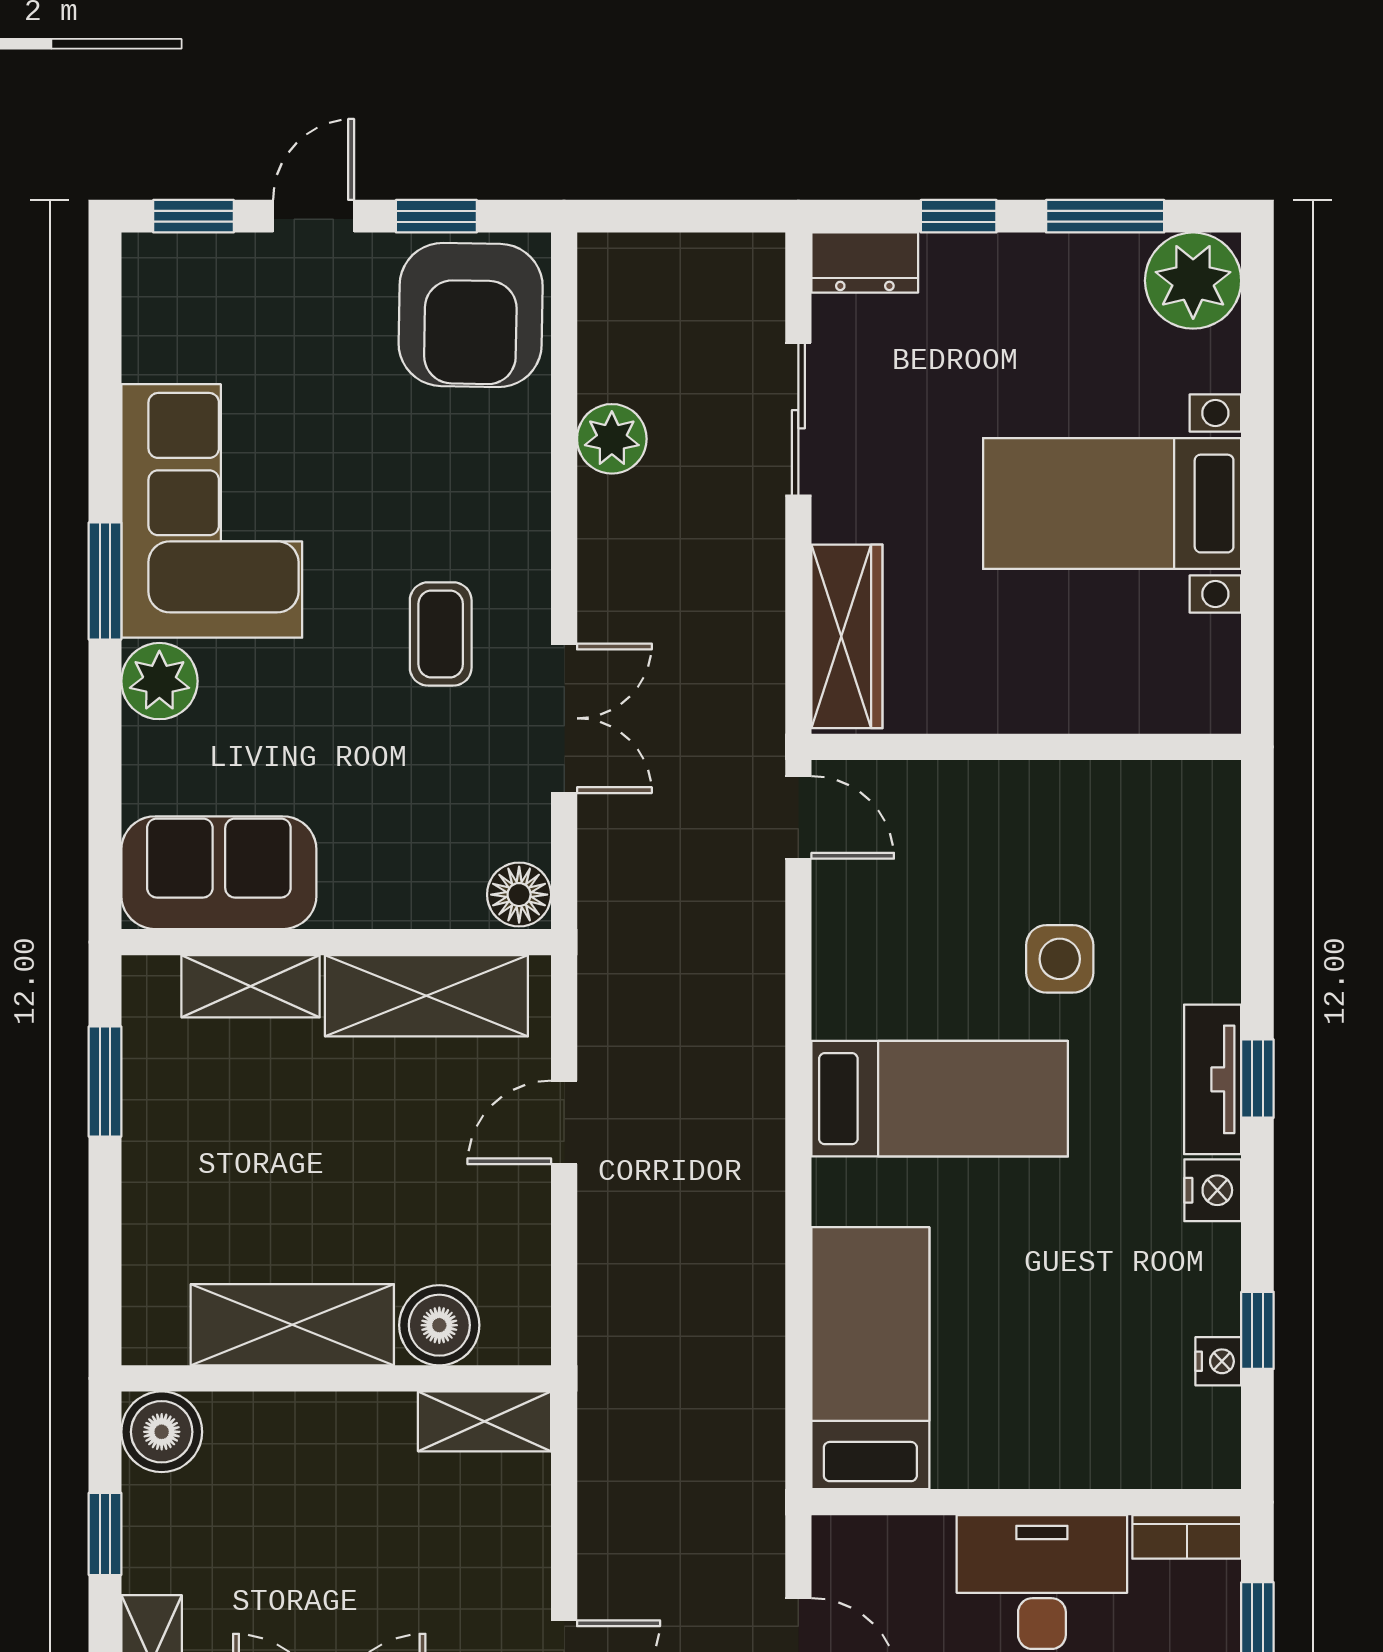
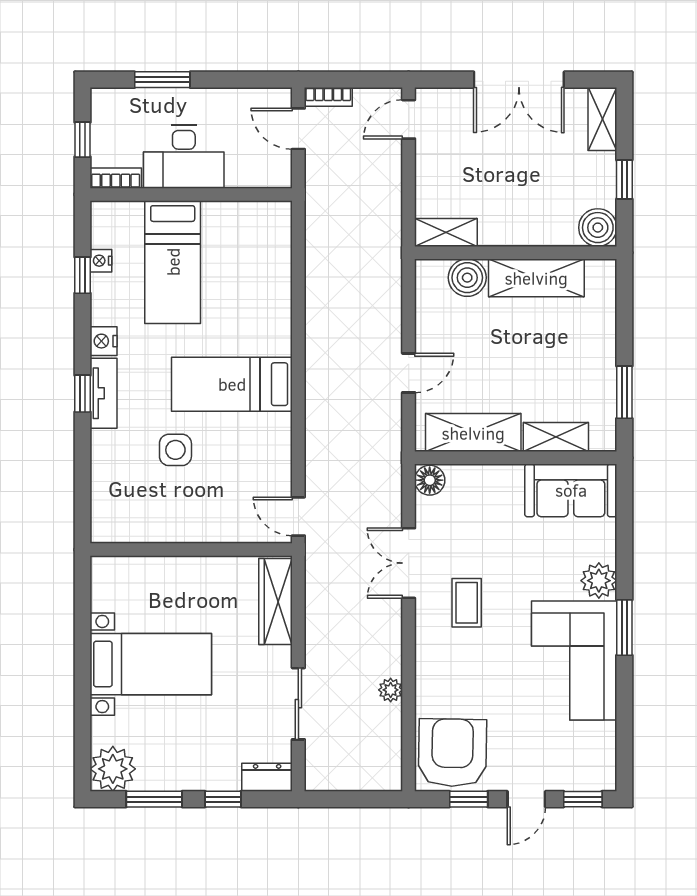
plant: (612, 439) -> (391, 690), width x0.73, depth x0.73
bed: (870, 1358) -> (173, 262), moved

